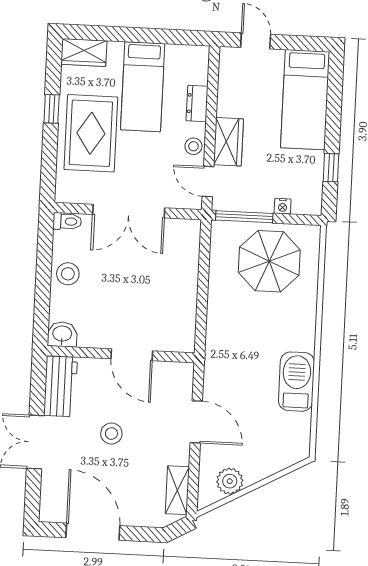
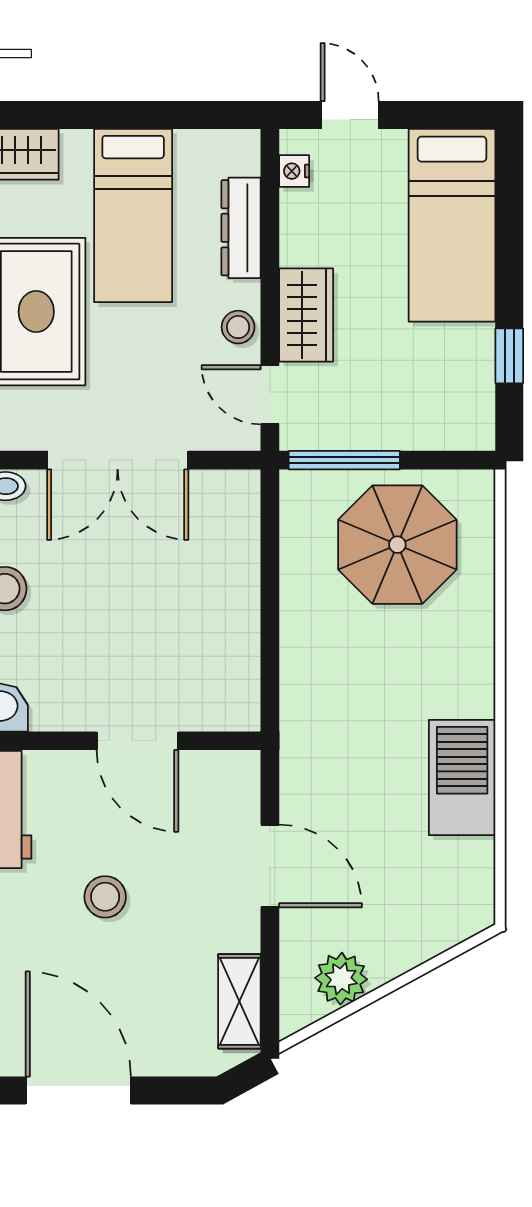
dresser: (197, 103) -> (241, 228), width x1.44
nightstand: (283, 206) -> (294, 171), moved, turned 90

